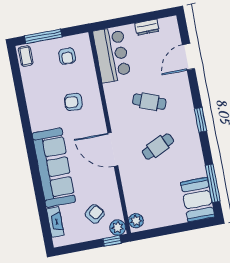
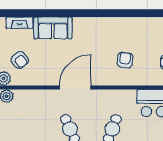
sofa: (54, 168) -> (53, 28), width x0.54, depth x0.79

